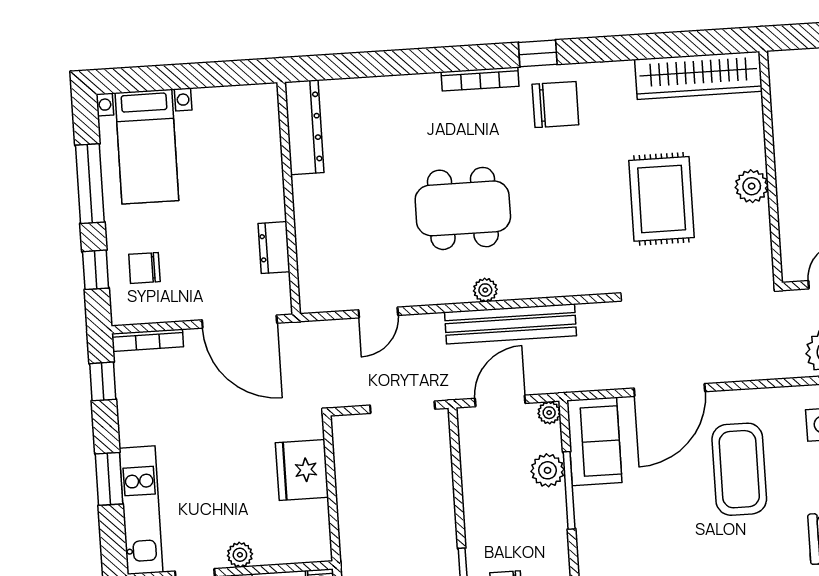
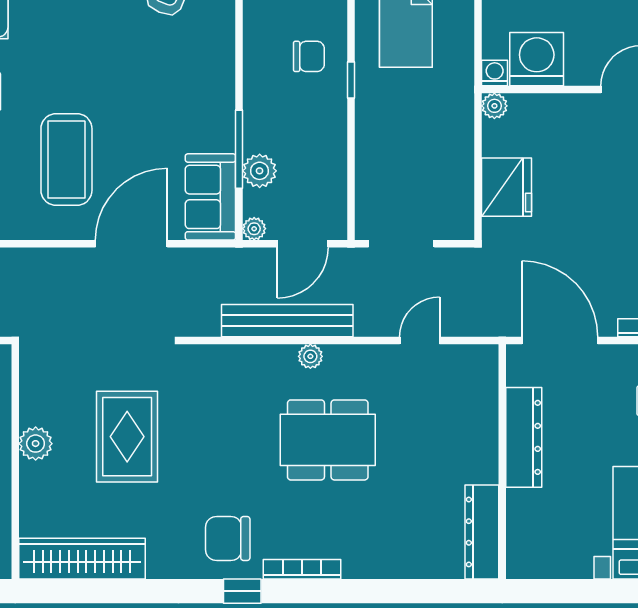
dresser: (274, 248) -> (524, 437), width x1.96, depth x1.24
plant: (240, 555) -> (494, 106), moved

